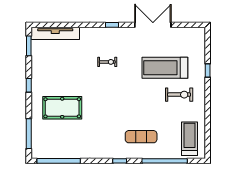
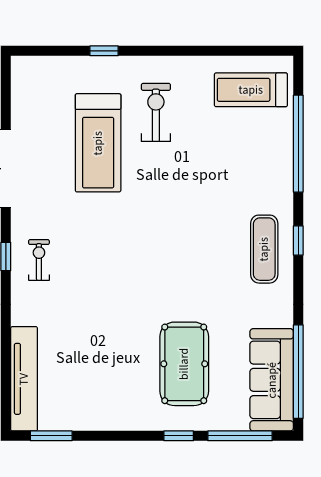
exercise bike: (107, 62) -> (39, 260), moved
window: (29, 85) -> (179, 436), moved
exercise mat: (141, 137) -> (264, 249), moved
sofa: (55, 148) -> (272, 380), added

